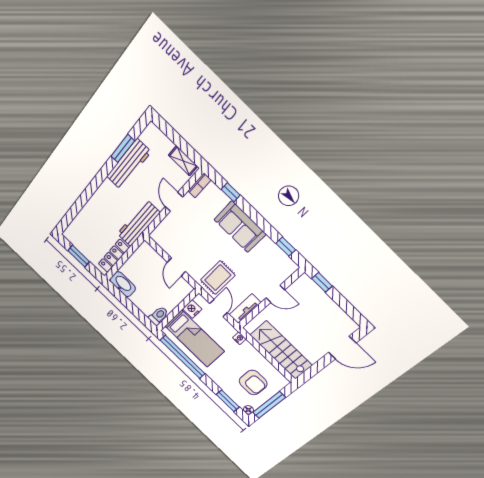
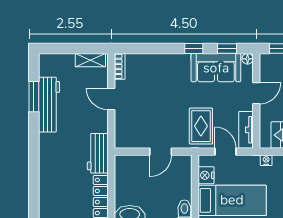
window: (231, 192) -> (194, 48), moved
workbench: (138, 223) -> (98, 153), width x0.73
sofa: (240, 227) -> (216, 68), moved
door: (176, 267) -> (161, 152), hinge flipped
floor lamp: (293, 267) -> (248, 59), added

